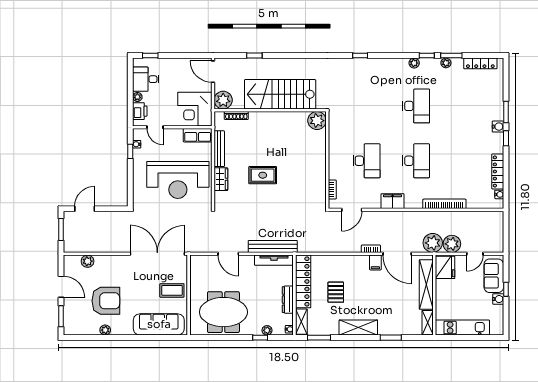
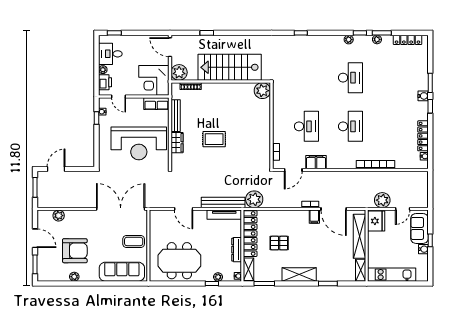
filing cabinet: (392, 201) -> (316, 162), moved
plant: (433, 243) -> (254, 199), moved
pallet: (336, 292) -> (279, 243), turned 90

